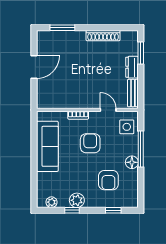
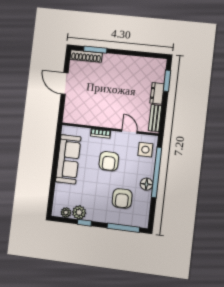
shoe rack: (103, 36) -> (86, 56), moved
door: (34, 67) -> (65, 84), swing flipped
armchair: (90, 143) -> (109, 161), turned 180
window: (141, 149) -> (157, 172), width x1.46
plant: (77, 200) -> (79, 212), moved
window: (113, 210) -> (123, 228), width x2.17

